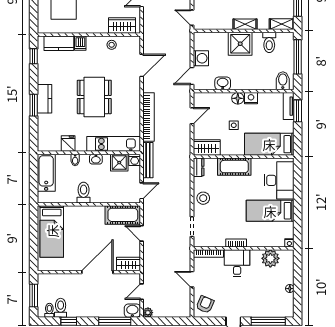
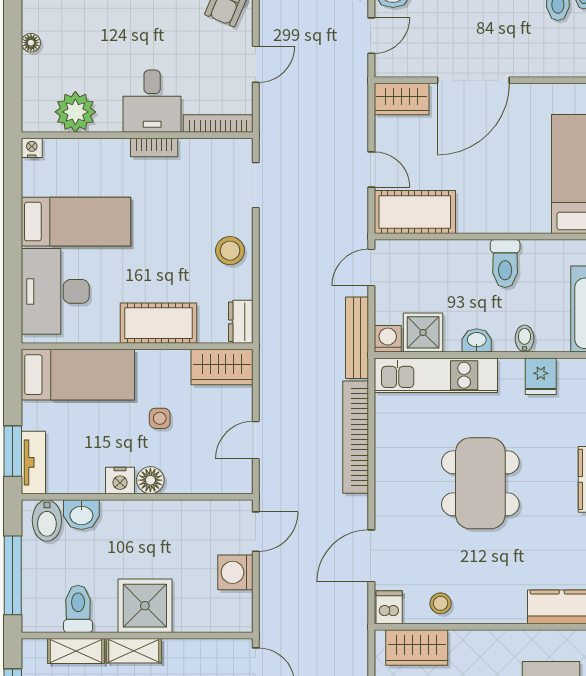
shelving: (282, 24) -> (76, 651), moved
dishwasher: (80, 43) -> (389, 607), moved
washbasin: (223, 83) -> (81, 515), moved
door: (192, 279) -> (256, 64), hinge flipped

